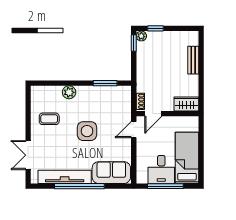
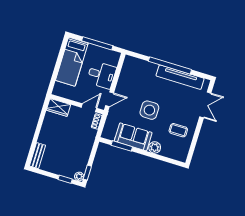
bench: (193, 60) -> (37, 156), moved
desk: (161, 169) -> (102, 75), moved, turned 90
sofa: (111, 173) -> (133, 137), moved, turned 180

